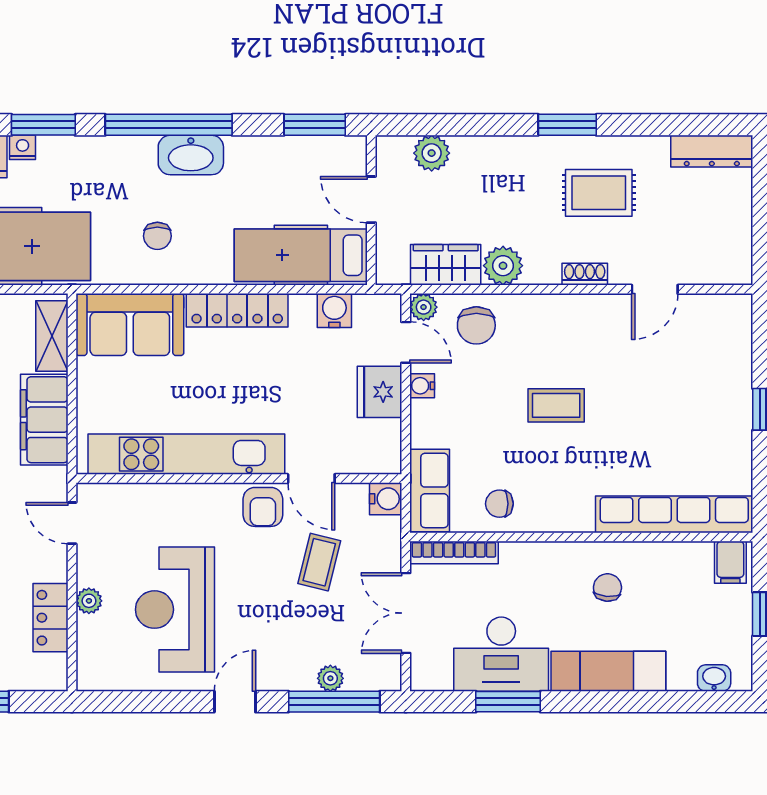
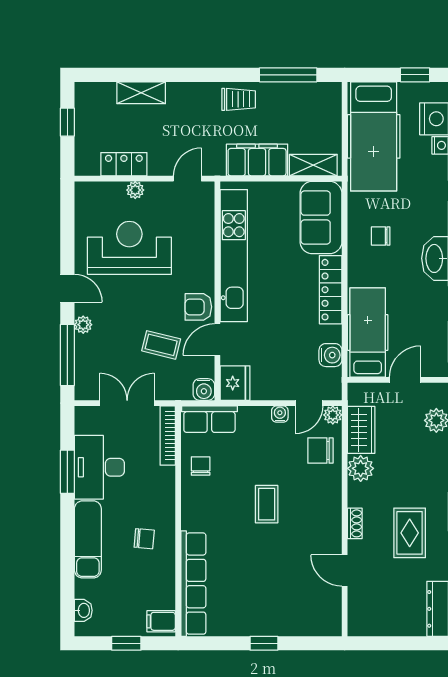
fridge: (380, 392) -> (235, 383), moved, turned 90
plant: (330, 678) -> (83, 325), moved

